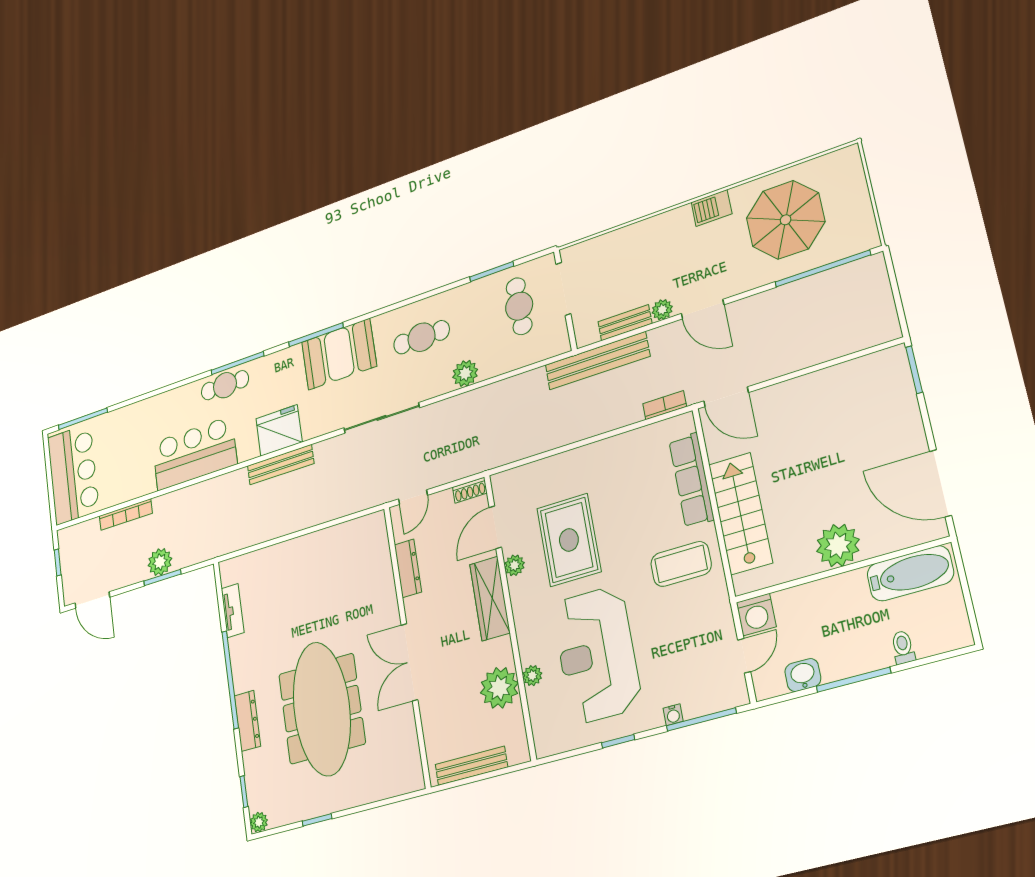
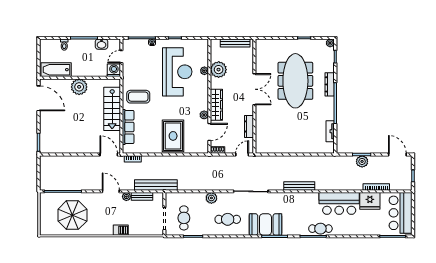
barbecue: (712, 208) -> (121, 230), moved
fridge: (279, 430) -> (370, 201), moved
rug: (569, 540) -> (173, 136), moved

